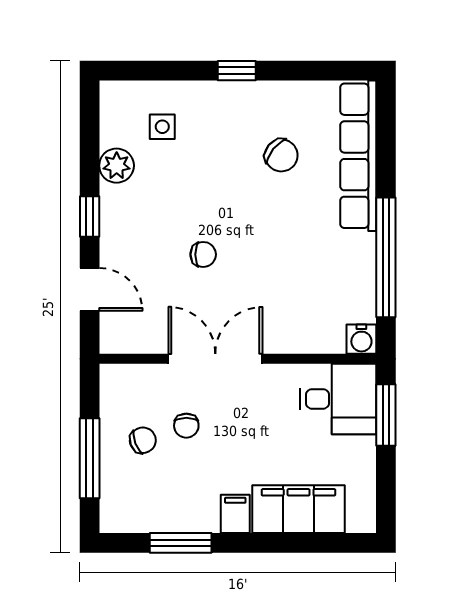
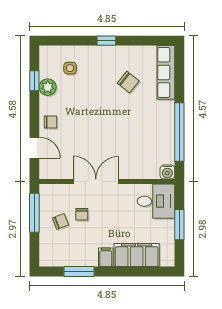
row of seats: (358, 156) -> (166, 72), width x0.73
window: (90, 216) -> (34, 81), moved
chair: (203, 254) -> (50, 122), moved
window: (386, 415) -> (179, 225), moved
window: (90, 458) -> (34, 213), moved

